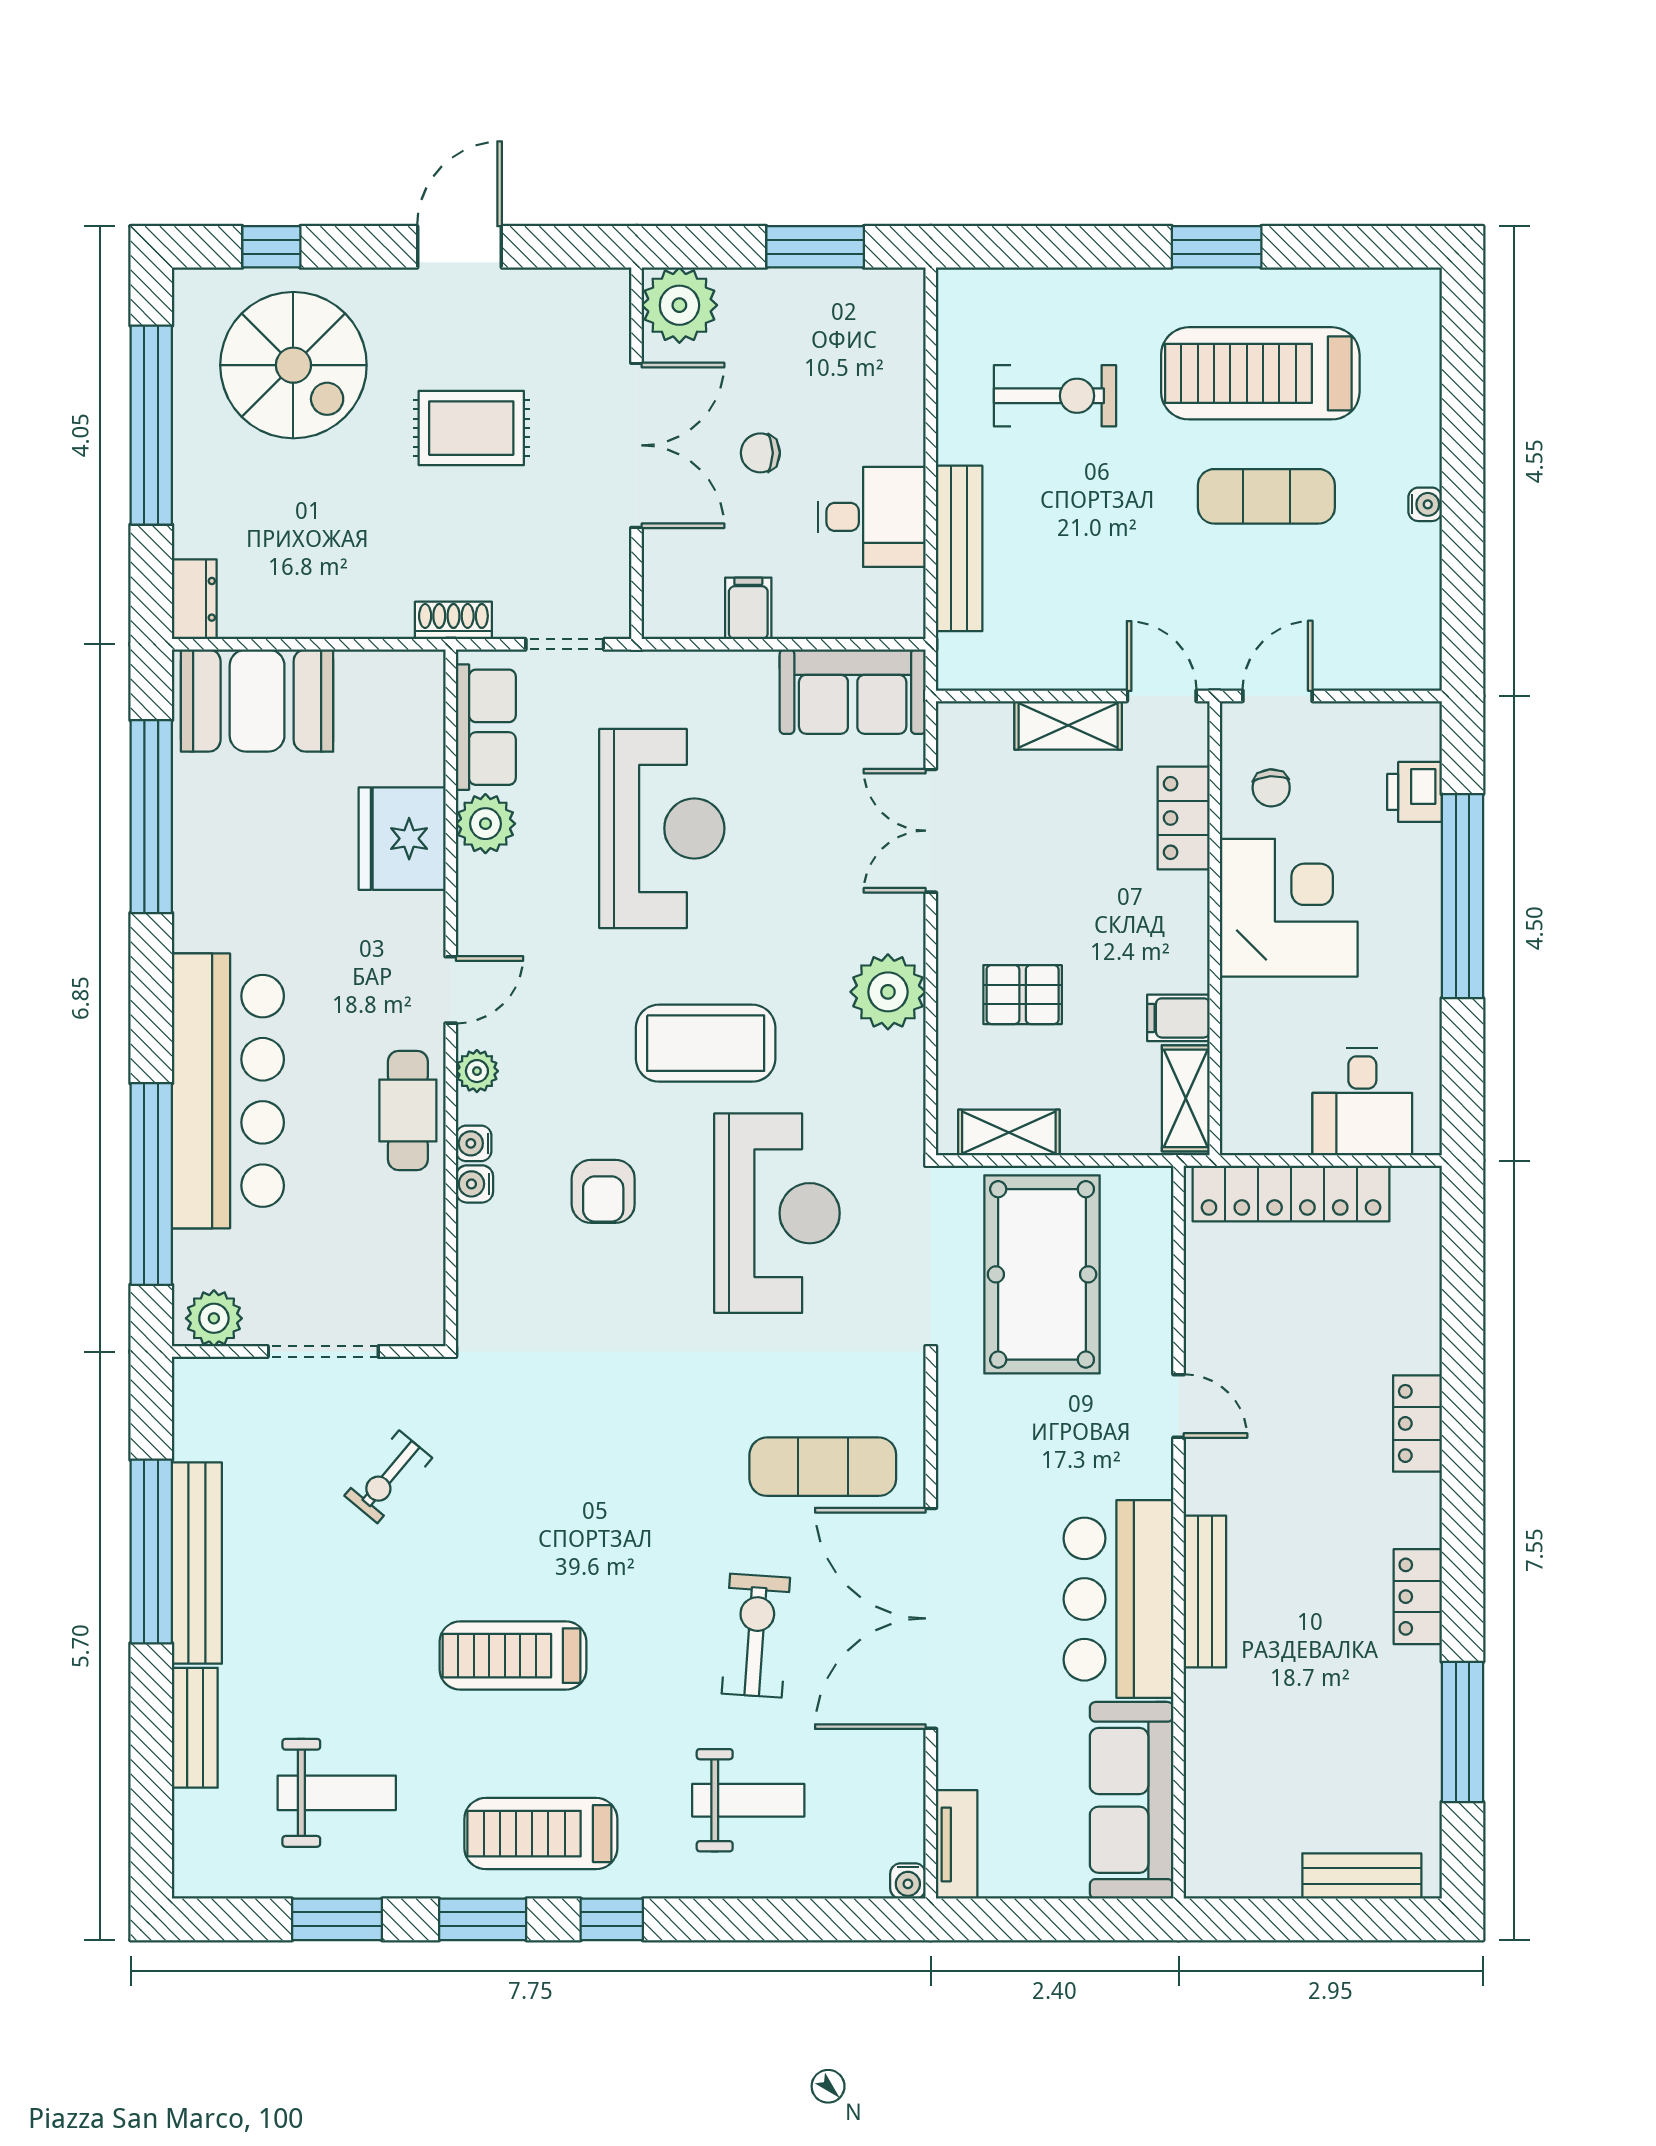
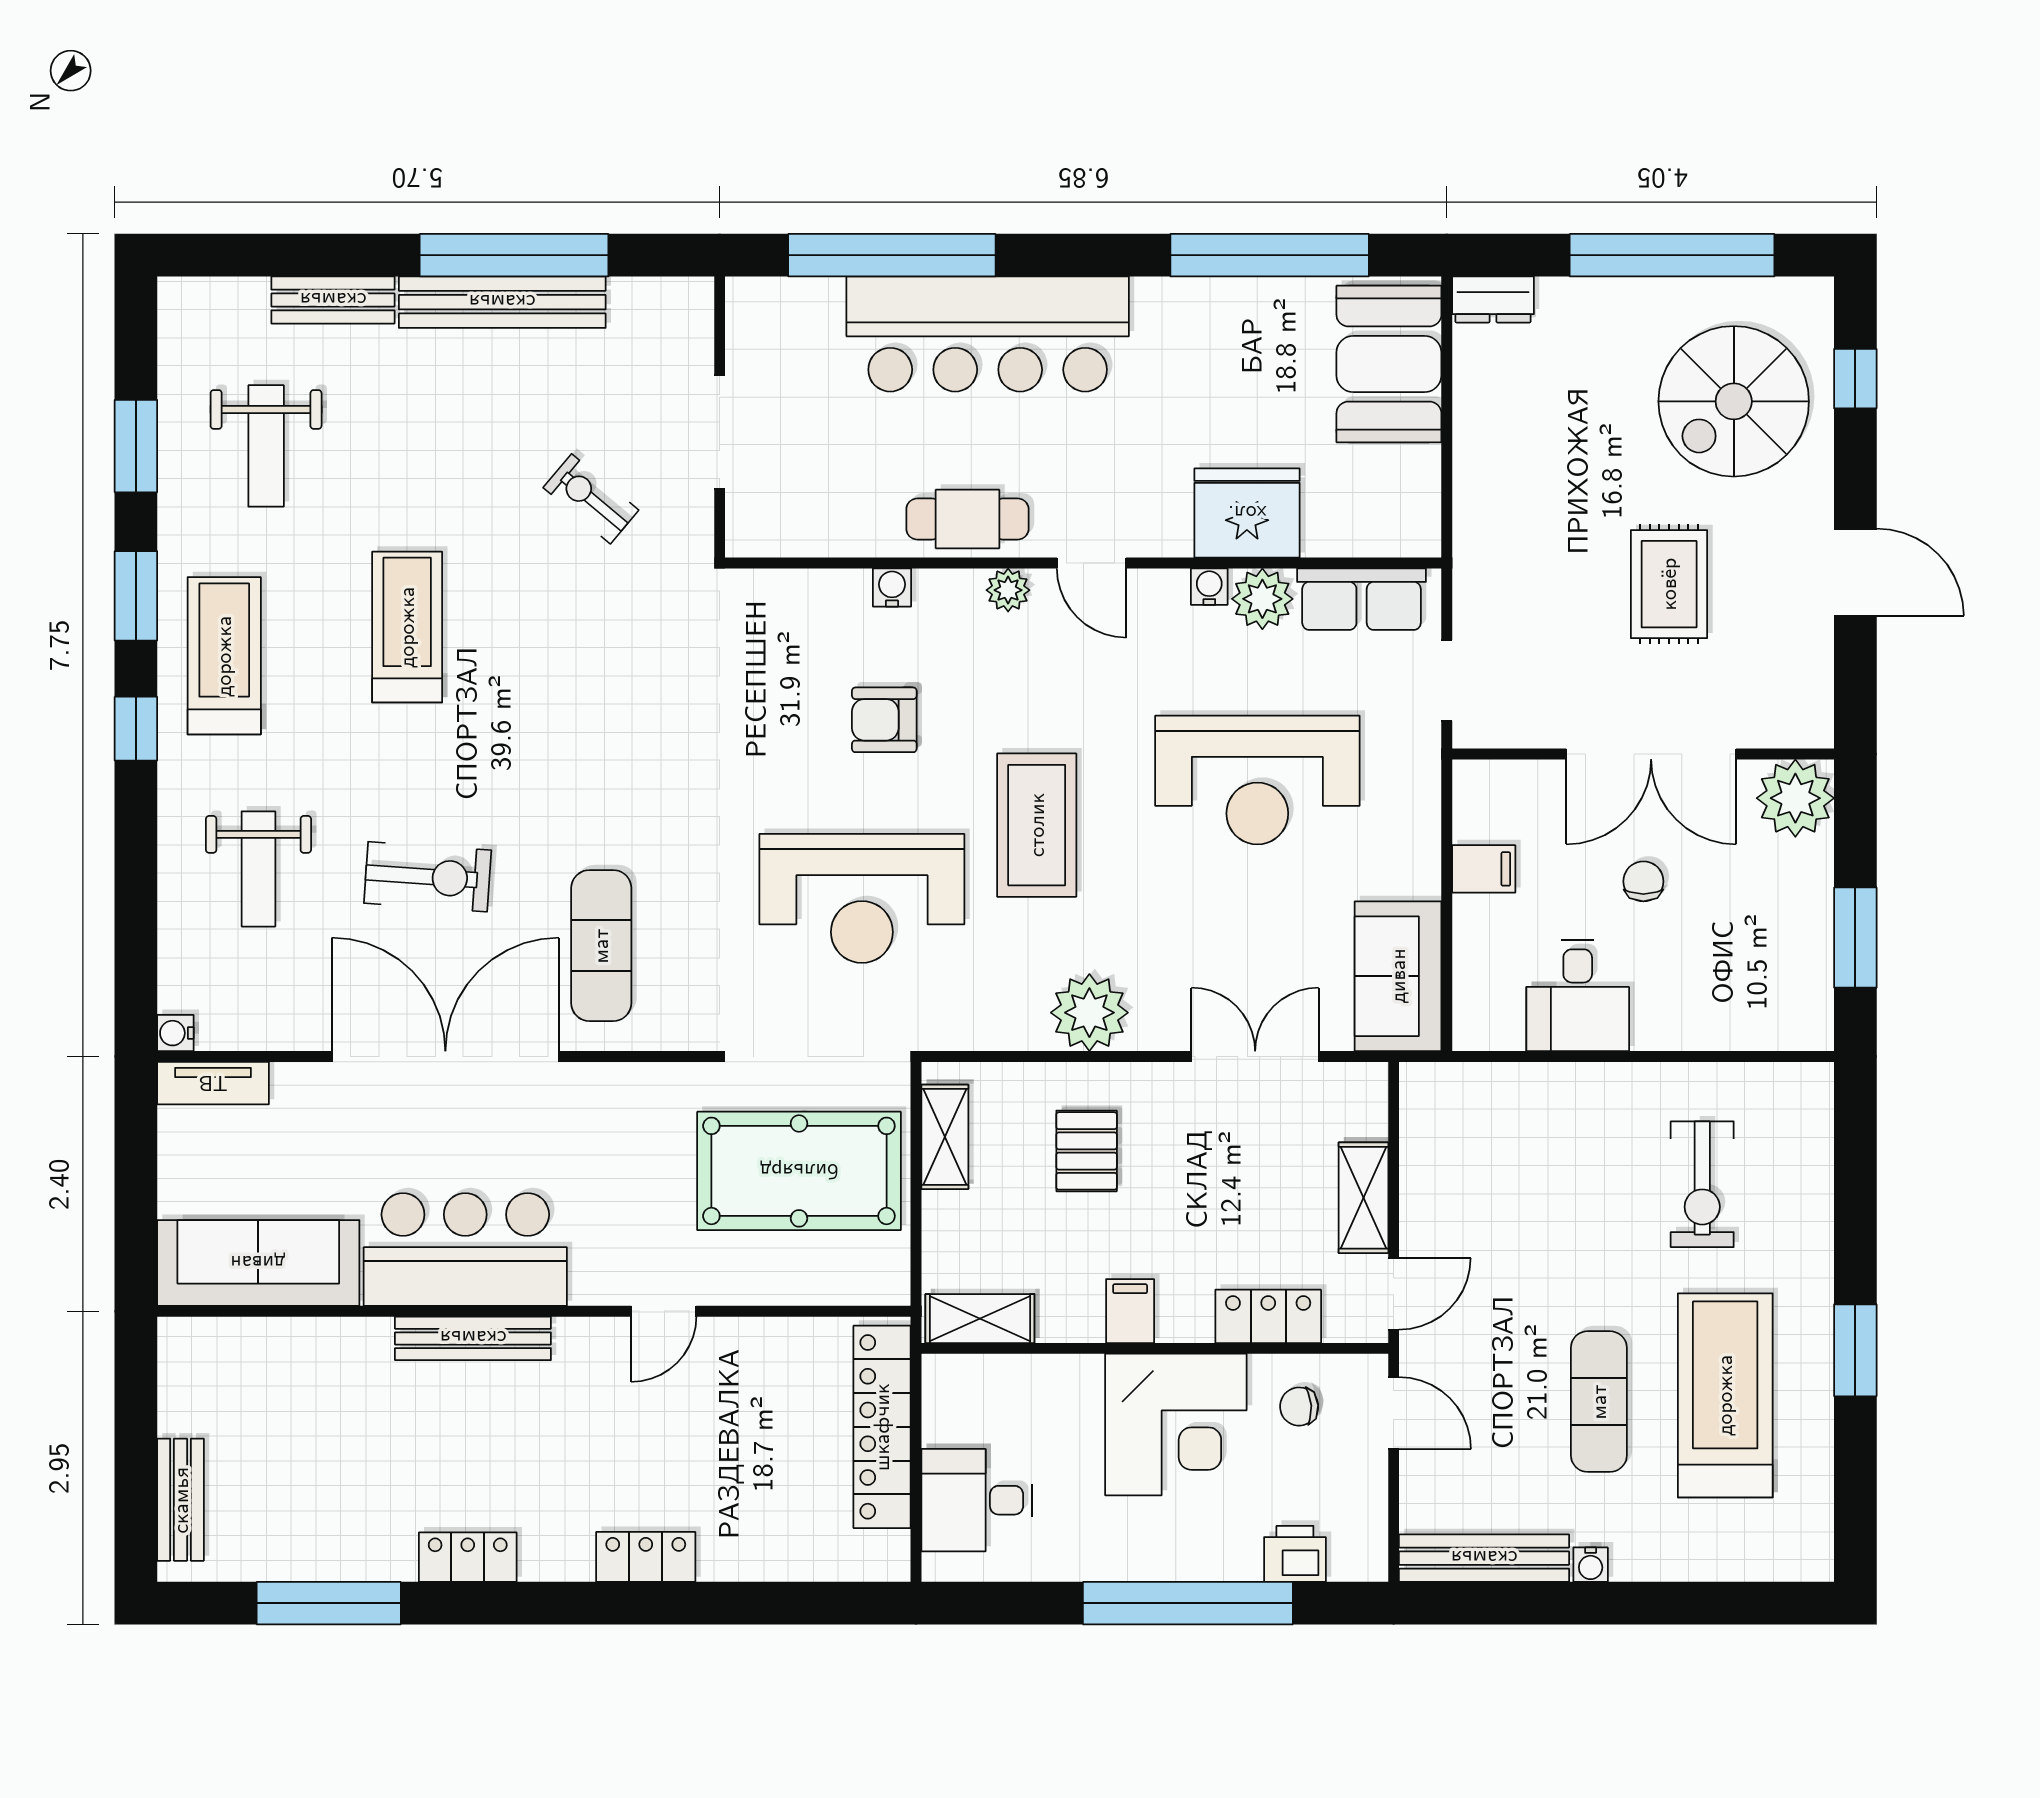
bench: (959, 548) -> (1484, 1558), moved
shoe rack: (453, 620) -> (1471, 566), removed
filing cabinet: (1178, 1018) -> (1130, 1311), moved
water cooler: (474, 1143) -> (1209, 587), moved
plant: (214, 1318) -> (754, 320), removed

